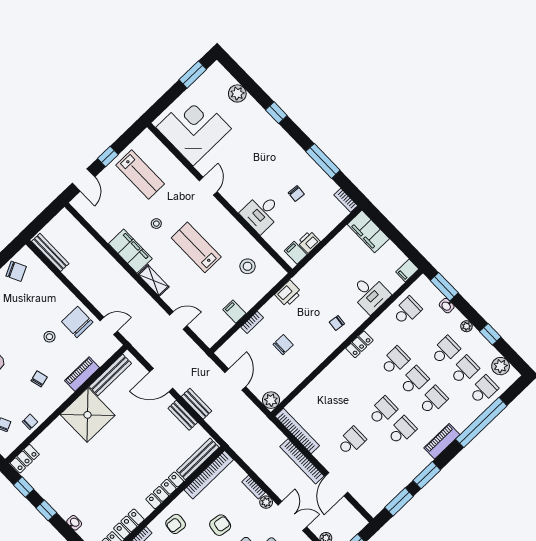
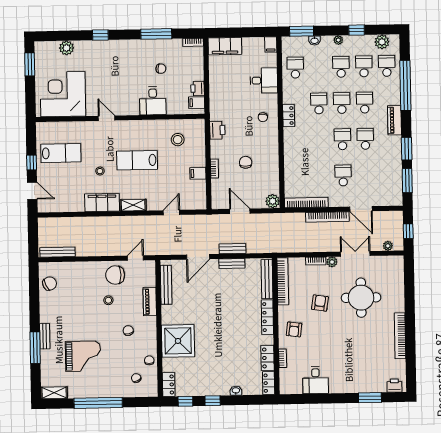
shower: (88, 415) -> (178, 341), moved

